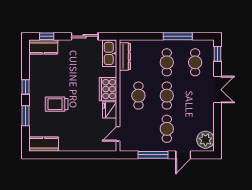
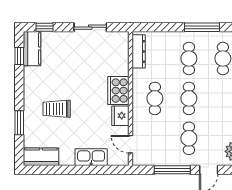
kitchen counter: (43, 47) -> (32, 49), moved, turned -90
kitchen sink: (110, 53) -> (91, 157), moved, turned 90
window: (26, 87) -> (19, 56), moved
door: (118, 134) -> (130, 144), hinge flipped

